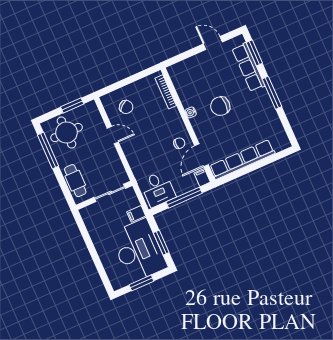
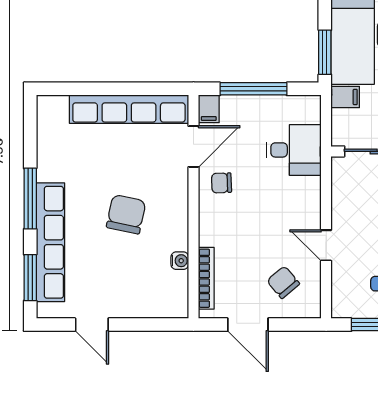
row of seats: (248, 67) -> (50, 242), width x1.36
door: (134, 78) -> (248, 325), added
chair: (220, 106) -> (126, 214), turned -78
water cooler: (191, 112) -> (180, 261), moved
desk: (158, 189) -> (294, 150), moved, turned 90
window: (161, 243) -> (325, 52), moved

